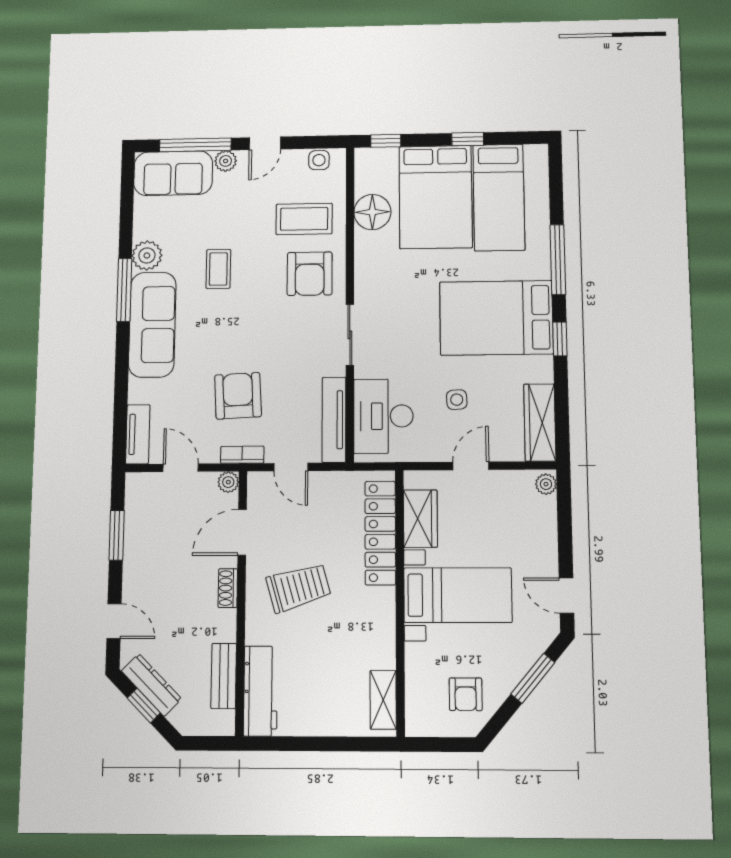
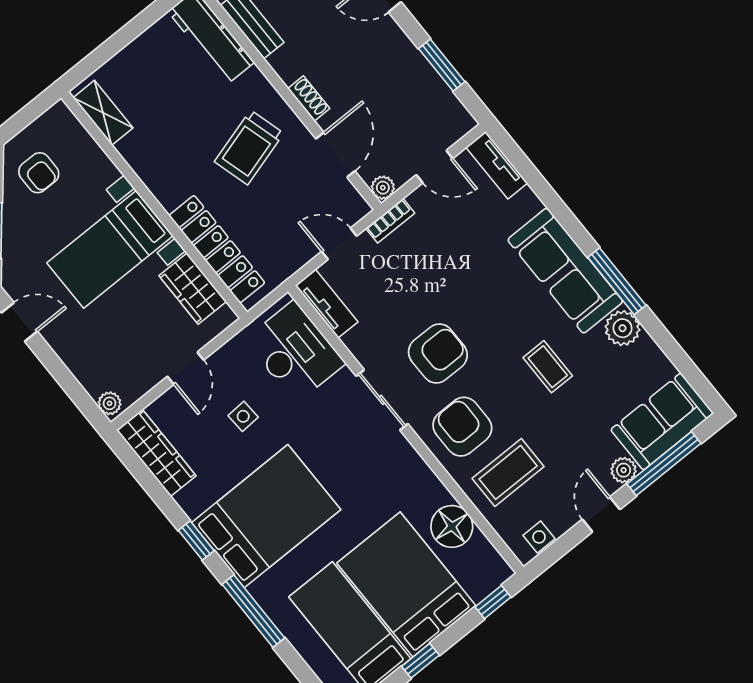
armchair: (238, 396) -> (438, 353), moved, turned -87
tv unit: (334, 420) -> (327, 304), width x0.71
armchair: (466, 694) -> (39, 173), turned 180

